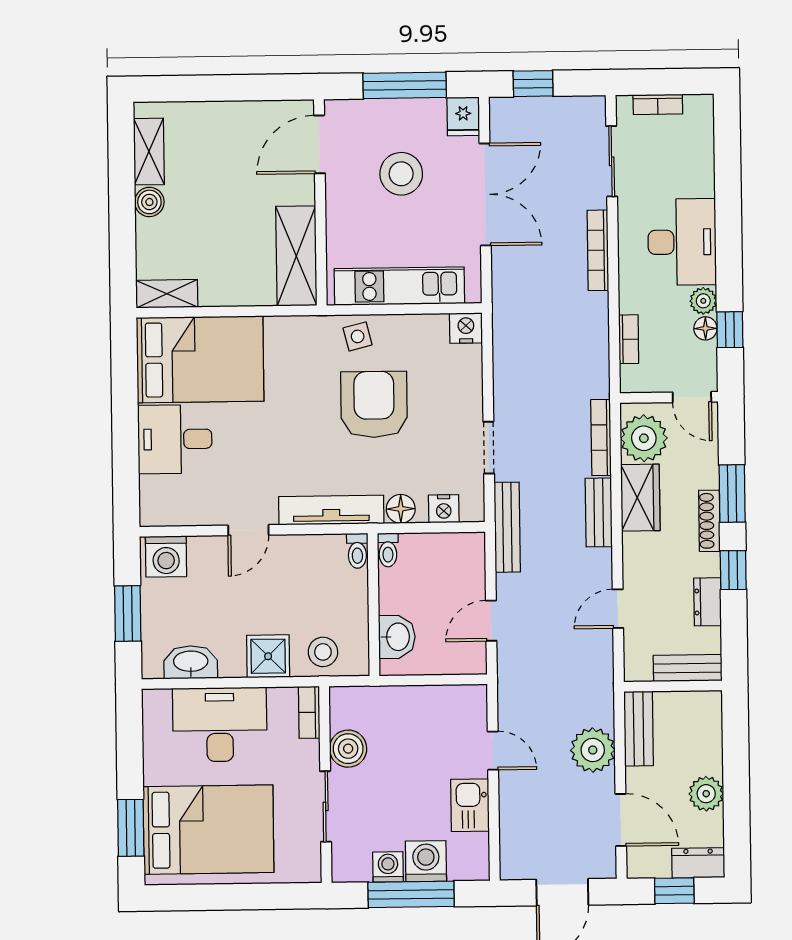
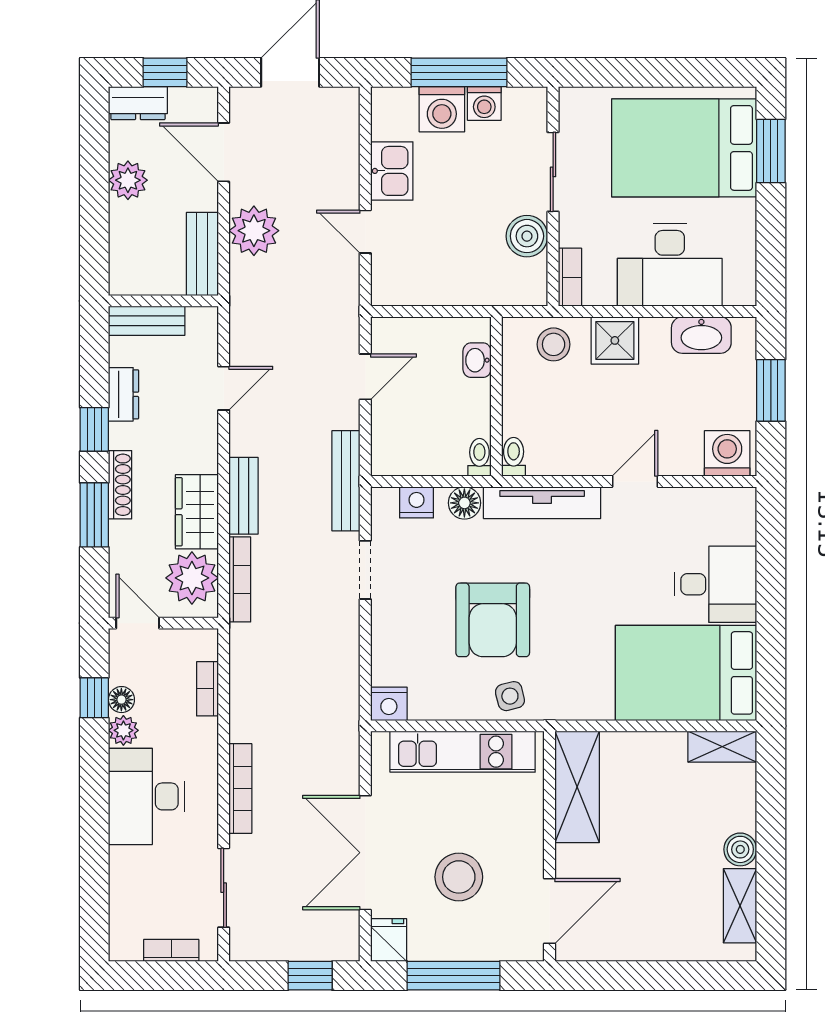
washbasin: (397, 637) -> (477, 360), width x0.72, depth x0.69

